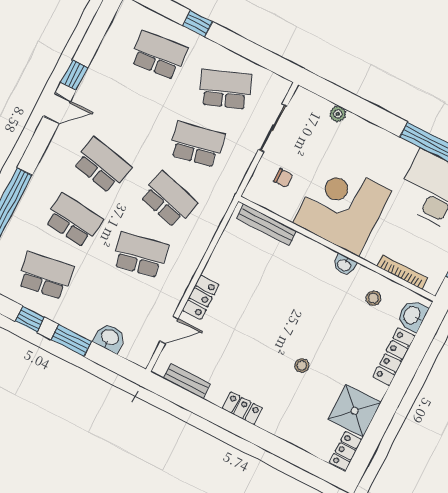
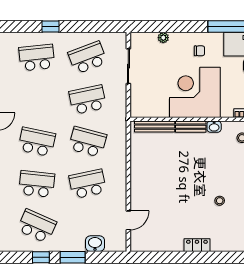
chair: (283, 178) -> (199, 51), moved
school desk: (45, 276) -> (37, 226), turned 33
locker: (201, 297) -> (137, 191), removed
bench: (187, 381) -> (191, 127), moved

